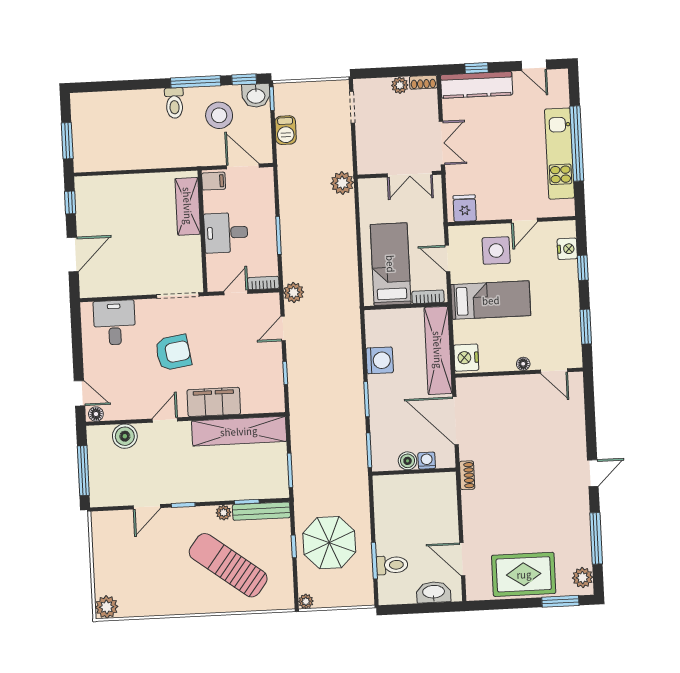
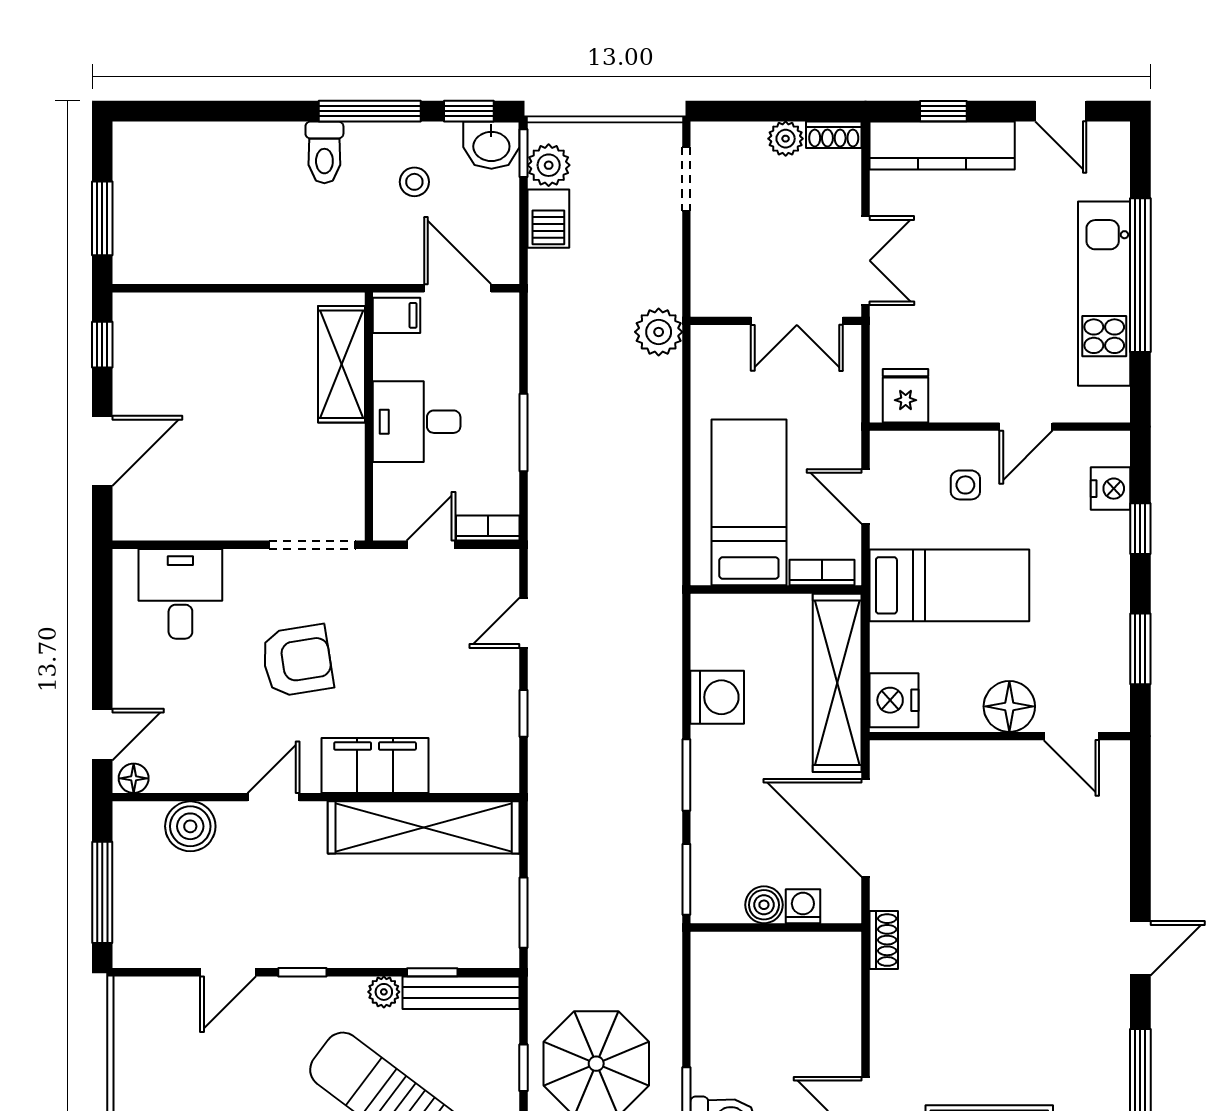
stool: (219, 115) -> (414, 182), width x0.53, depth x0.53
side table: (496, 251) -> (965, 485), width x0.54, depth x0.54
plant: (294, 292) -> (549, 165), moved
floor lamp: (523, 364) -> (1009, 706), width x1.89, depth x1.89
door: (79, 393) -> (102, 735), hinge flipped

